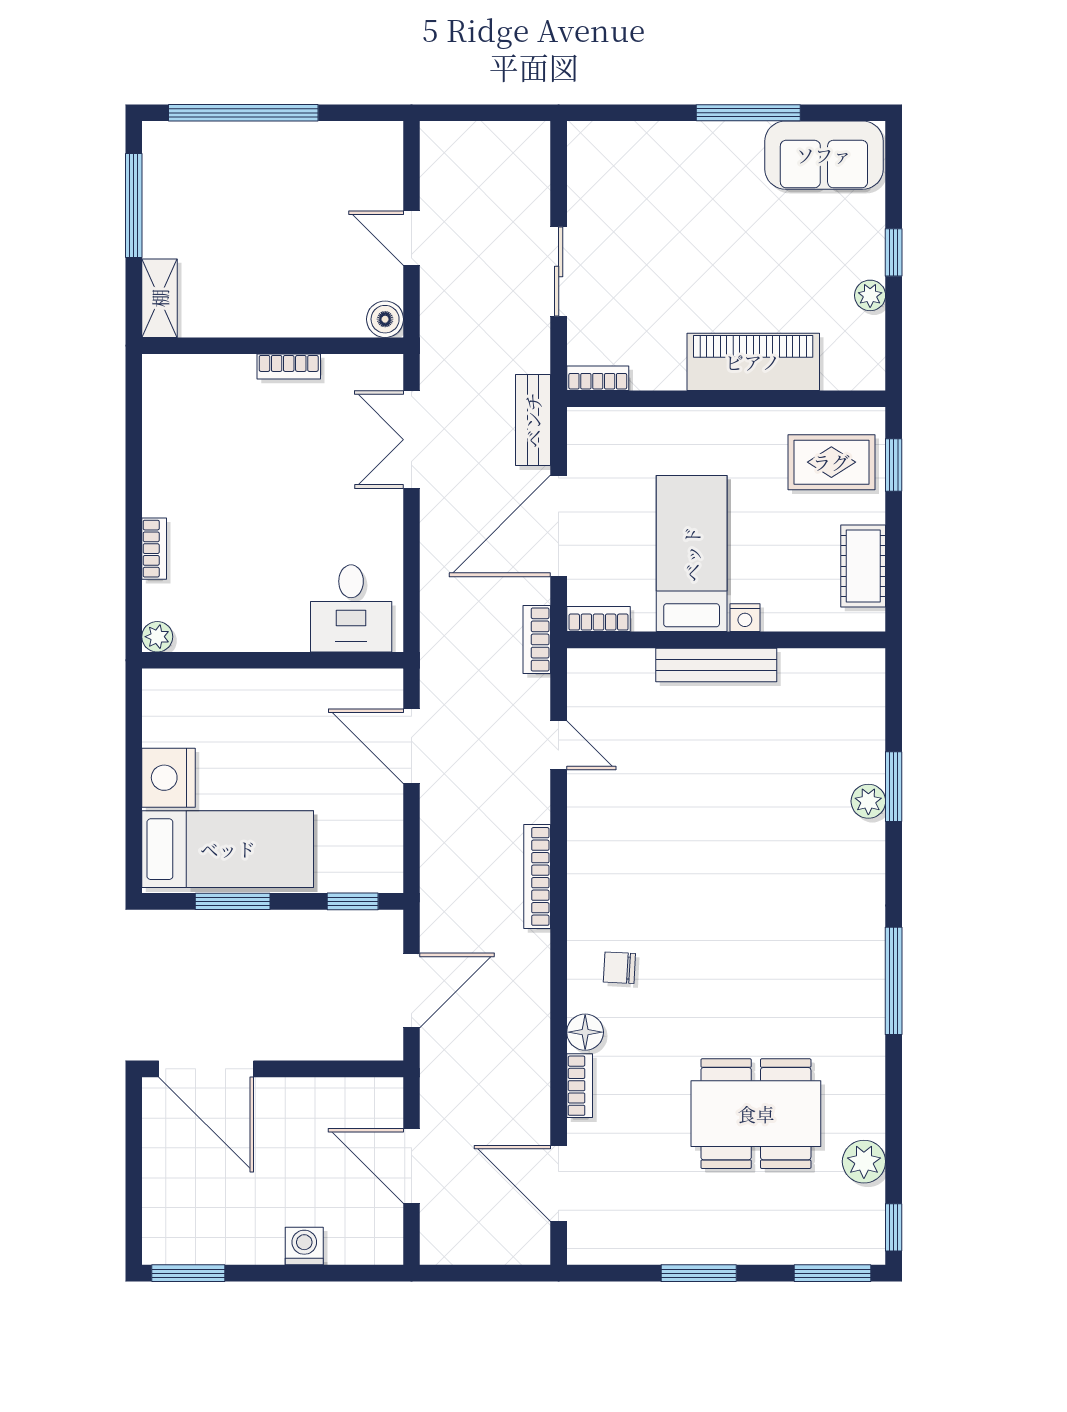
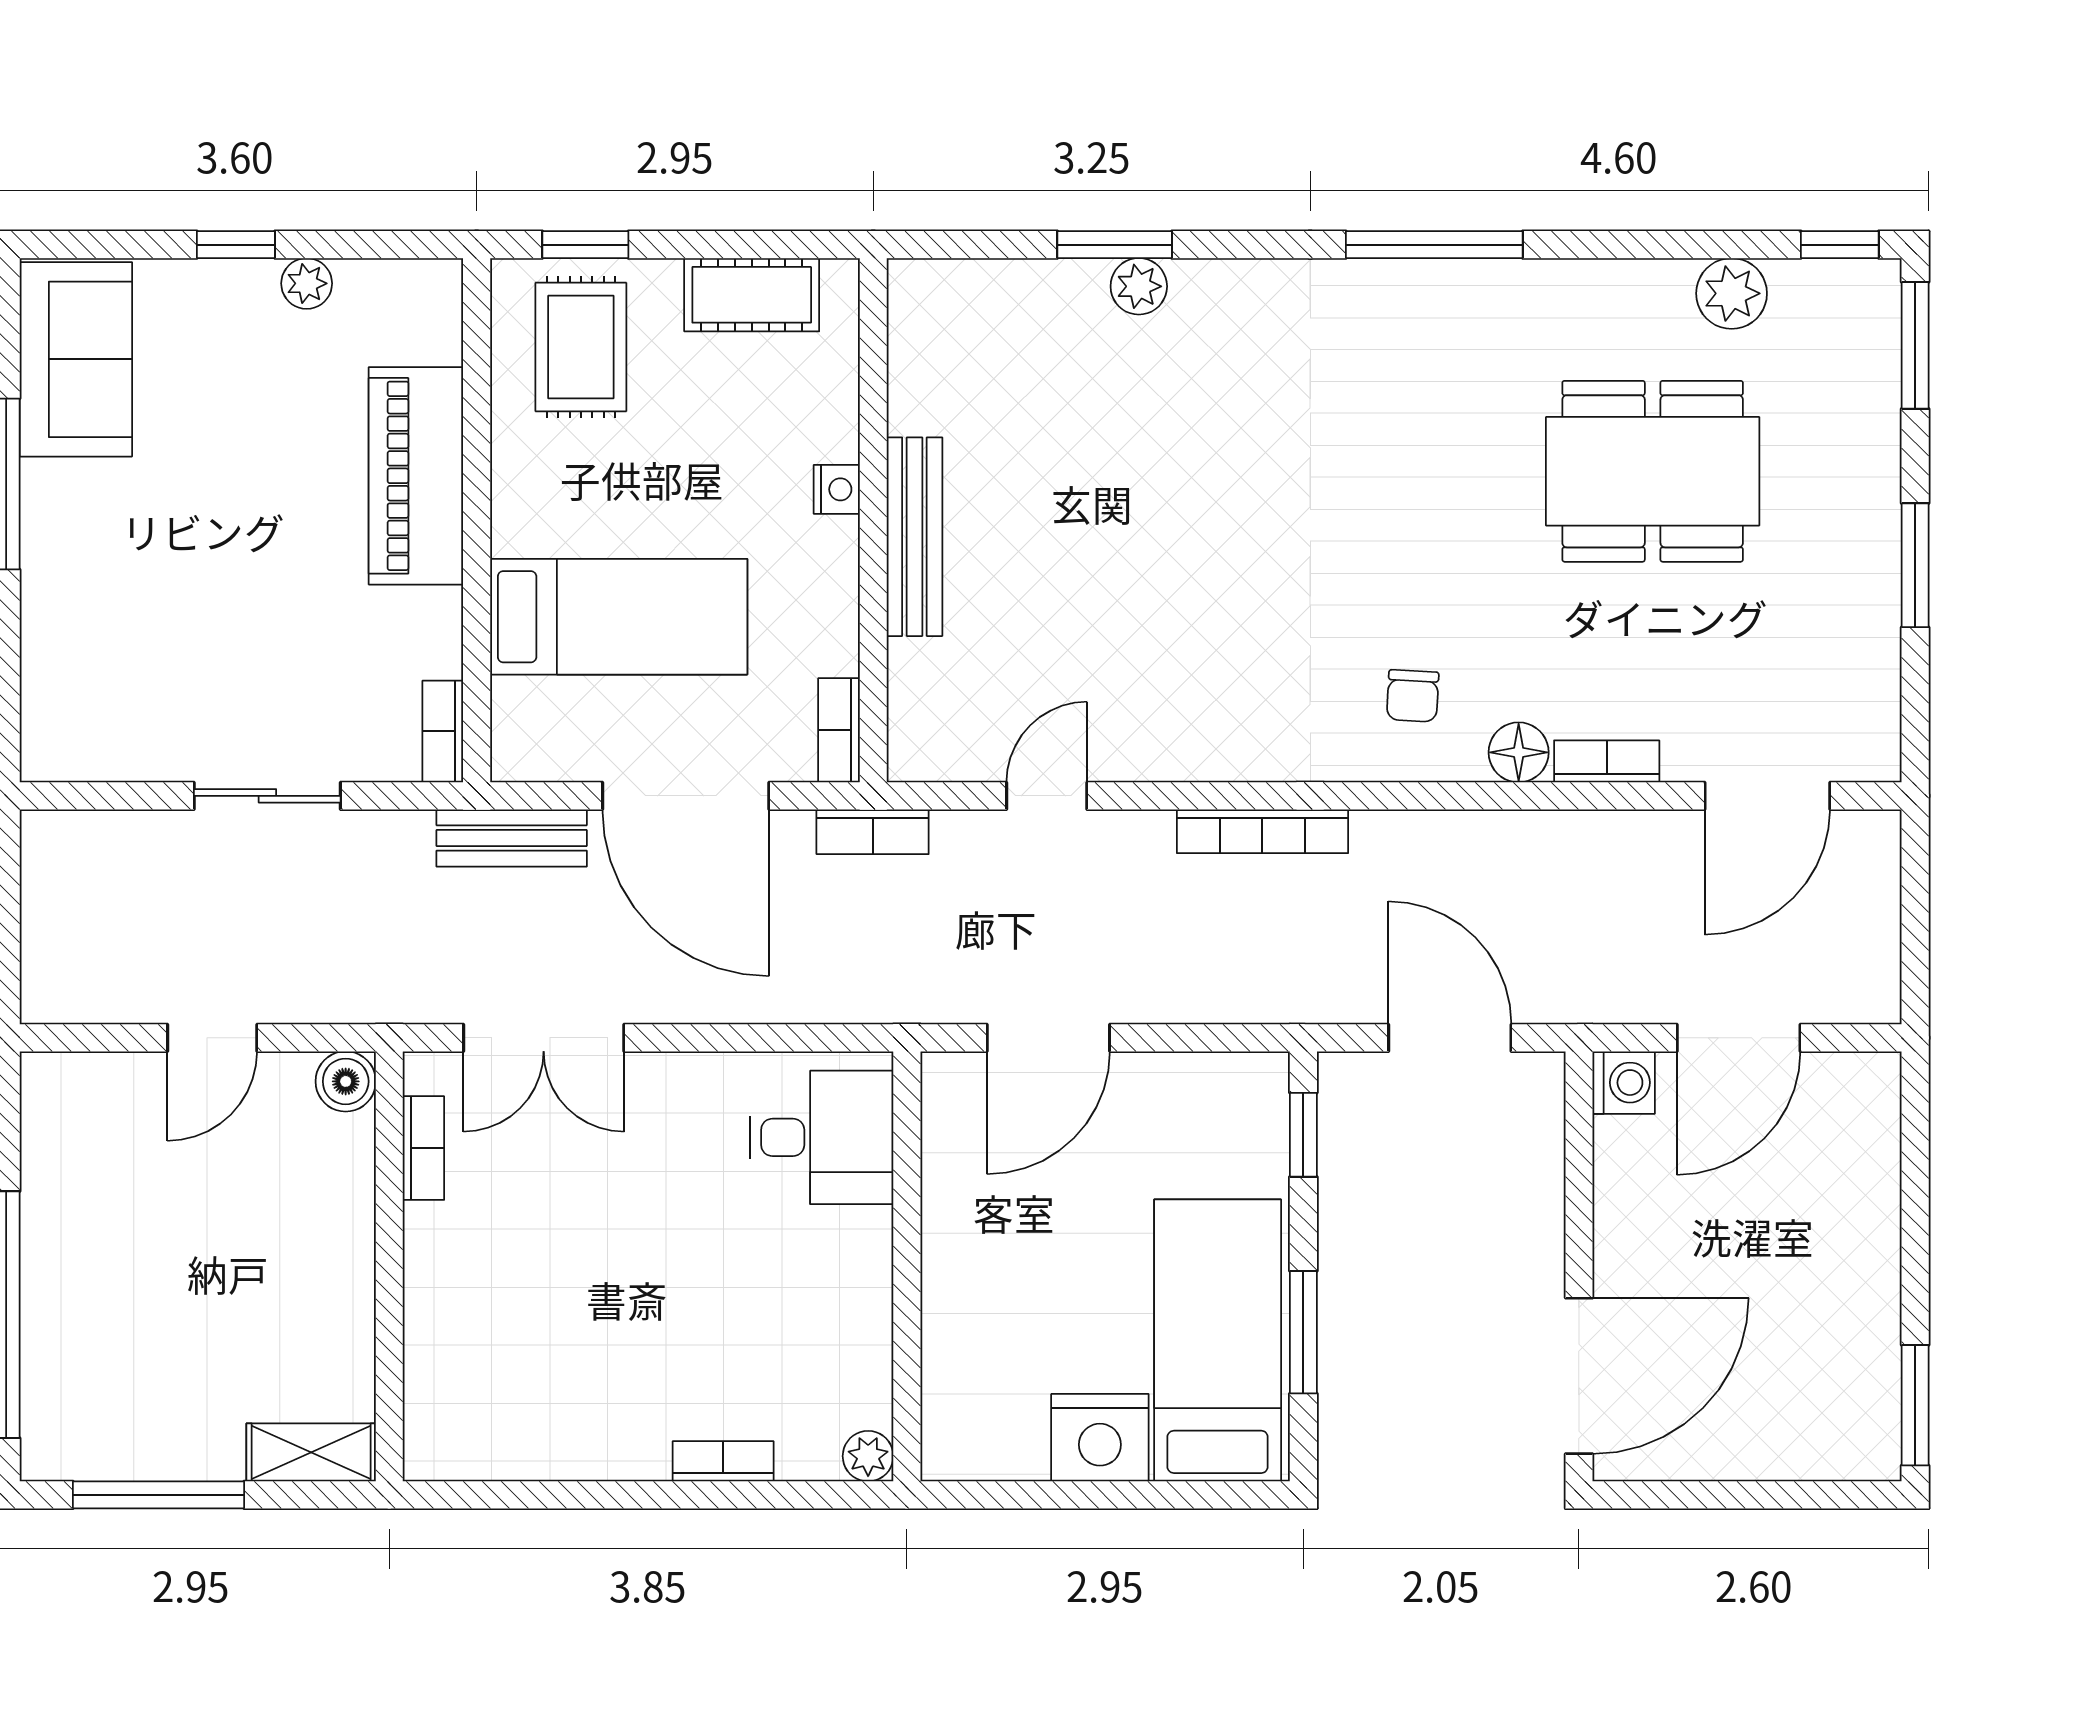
bookcase: (289, 366) -> (423, 1148), moved
bed: (692, 554) -> (619, 617), moved, turned 180
dining table: (756, 1114) -> (1653, 471), turned 90
washing machine: (304, 1246) -> (1624, 1083), moved, turned 180

